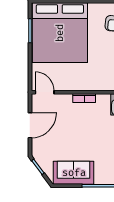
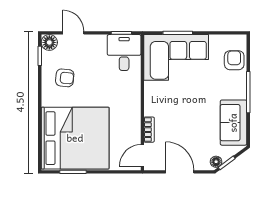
bookcase: (84, 98) -> (149, 130), moved
floor lamp: (39, 157) -> (216, 162), added

